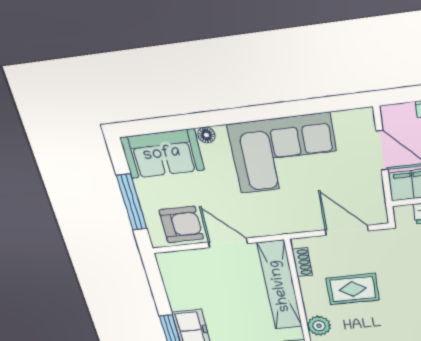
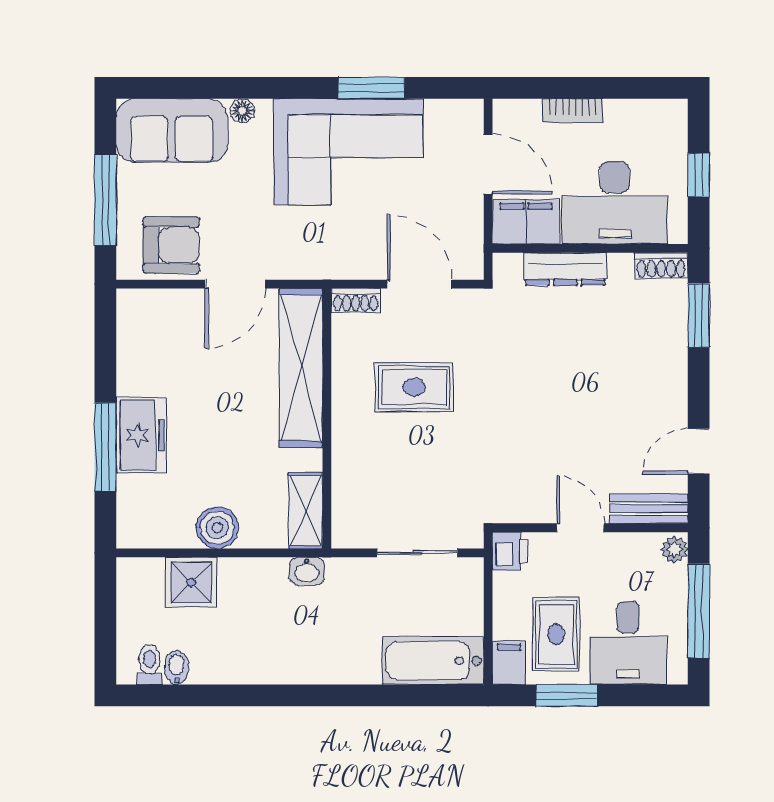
window: (292, 109) -> (371, 88), added
door: (228, 243) -> (235, 284), swing flipped
shoe rack: (302, 262) -> (356, 300), moved, turned 90
plant: (319, 326) -> (350, 449), removed

